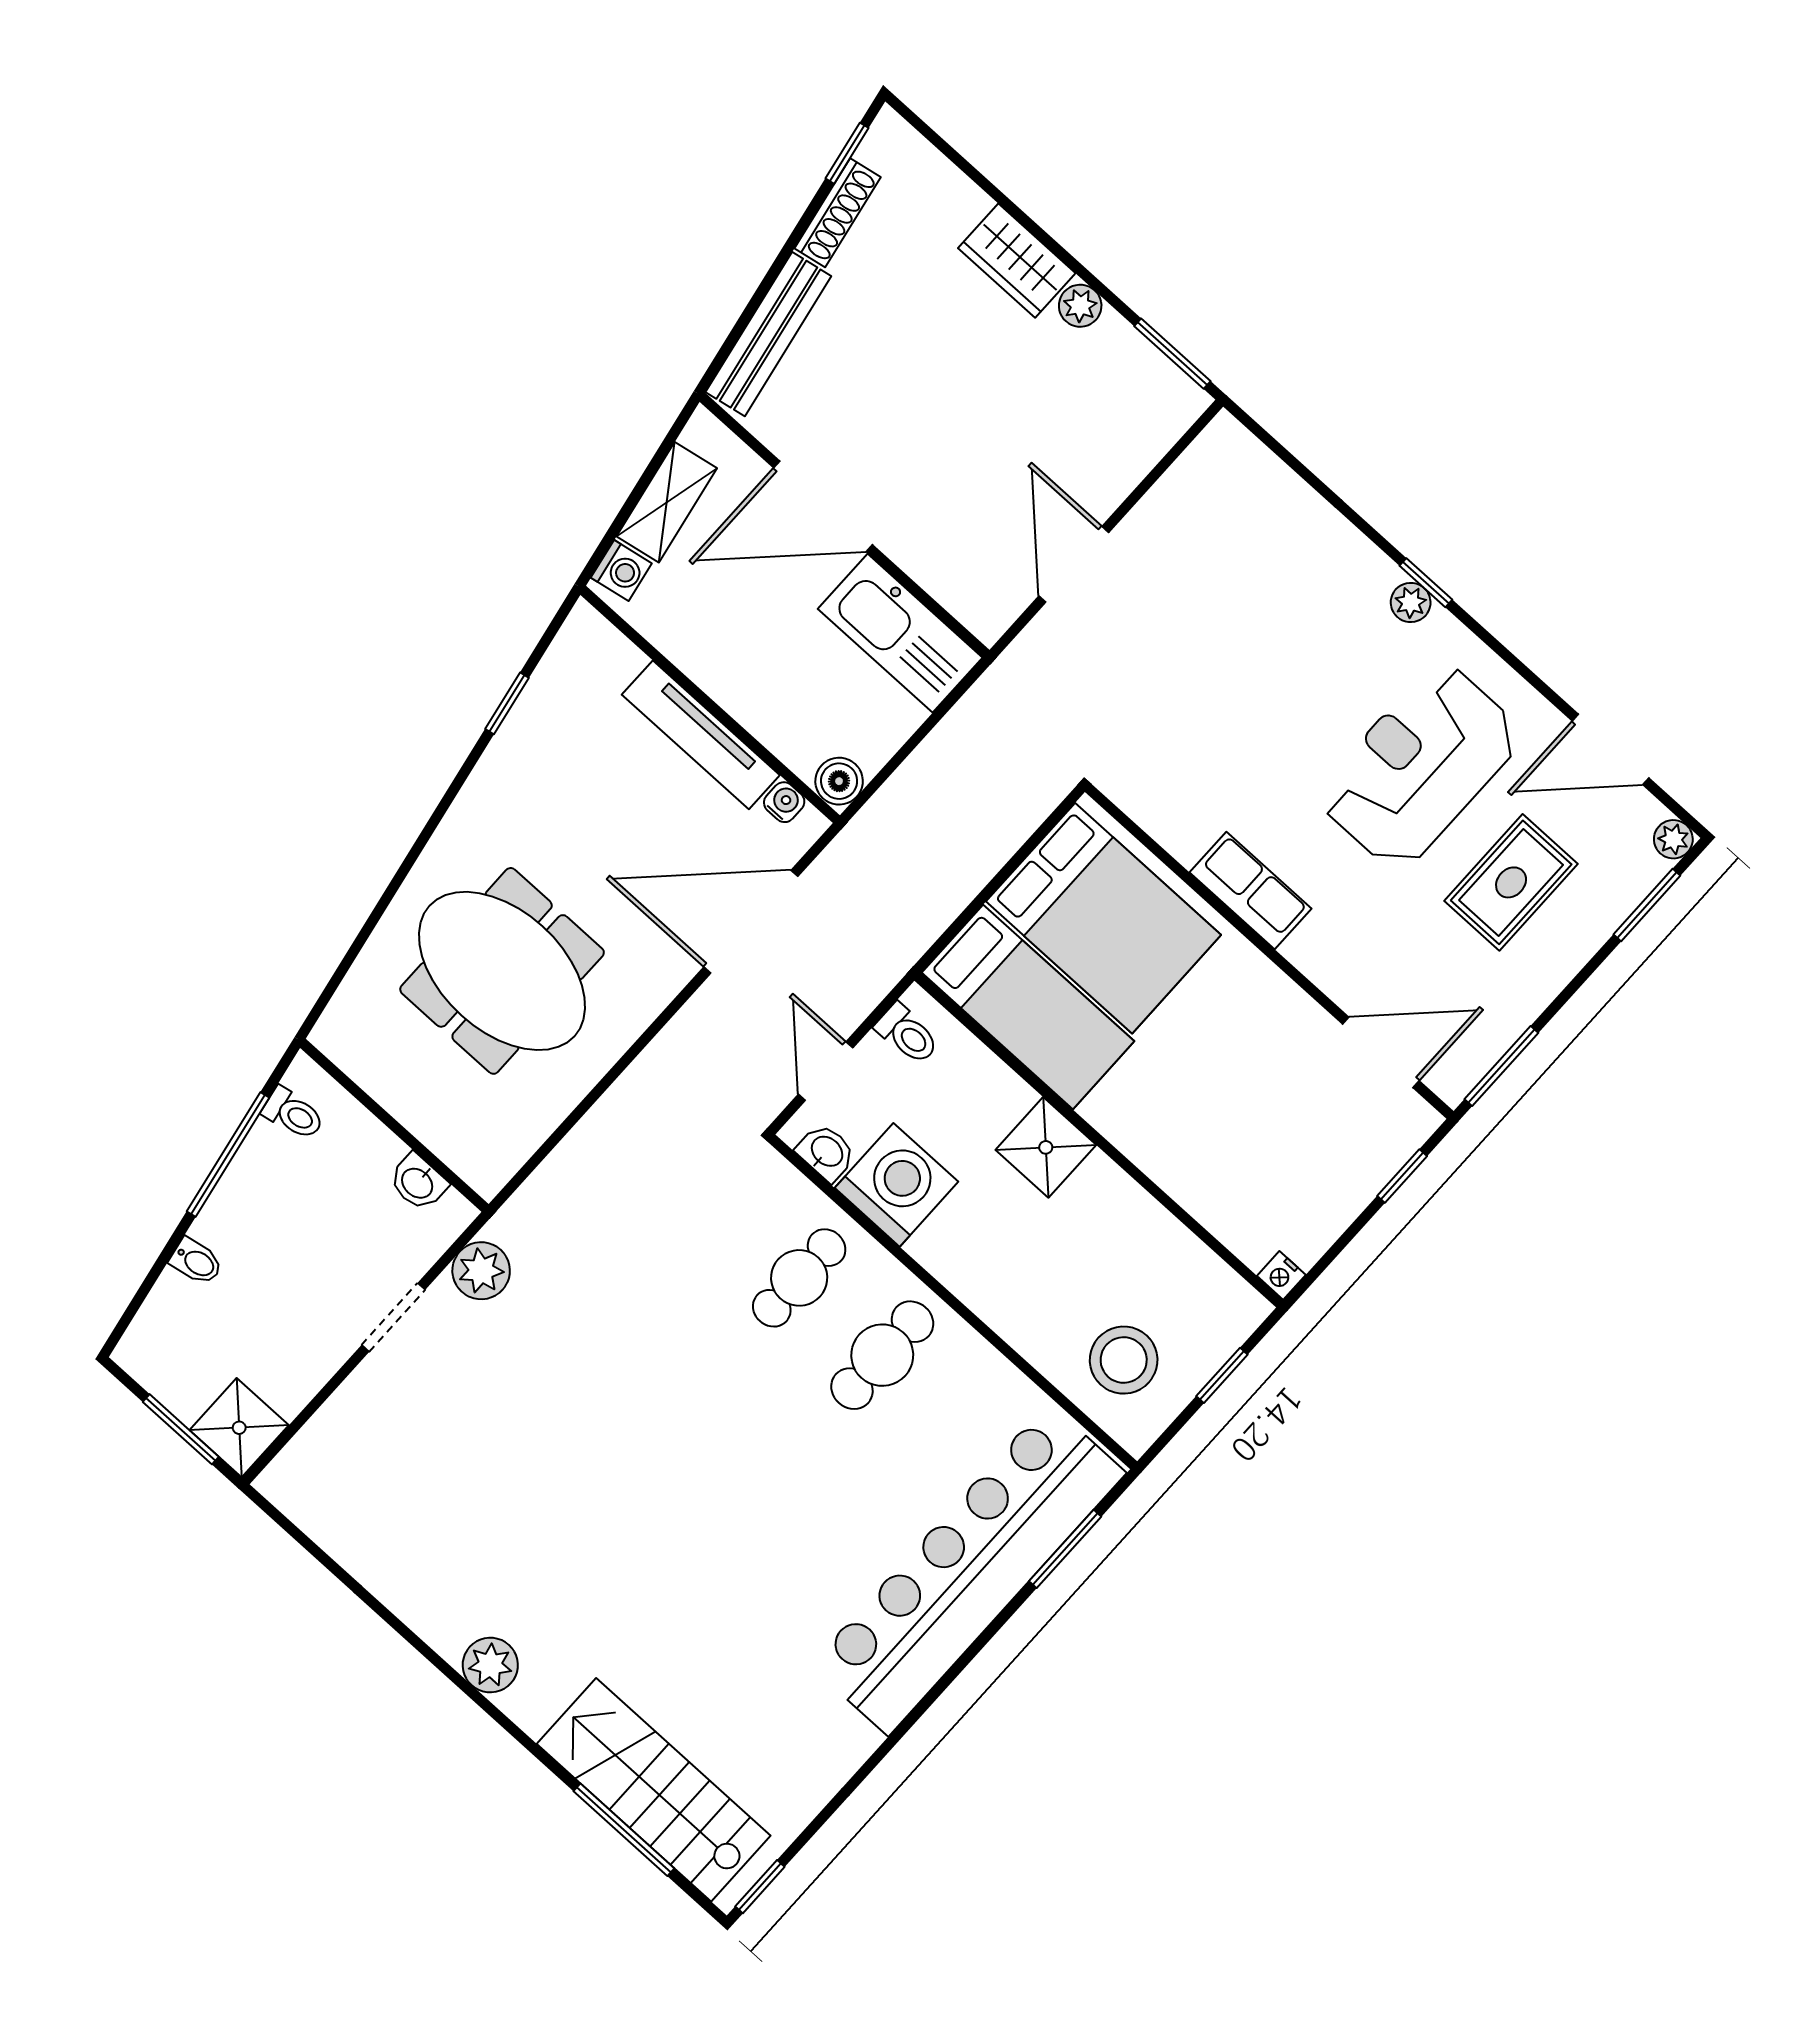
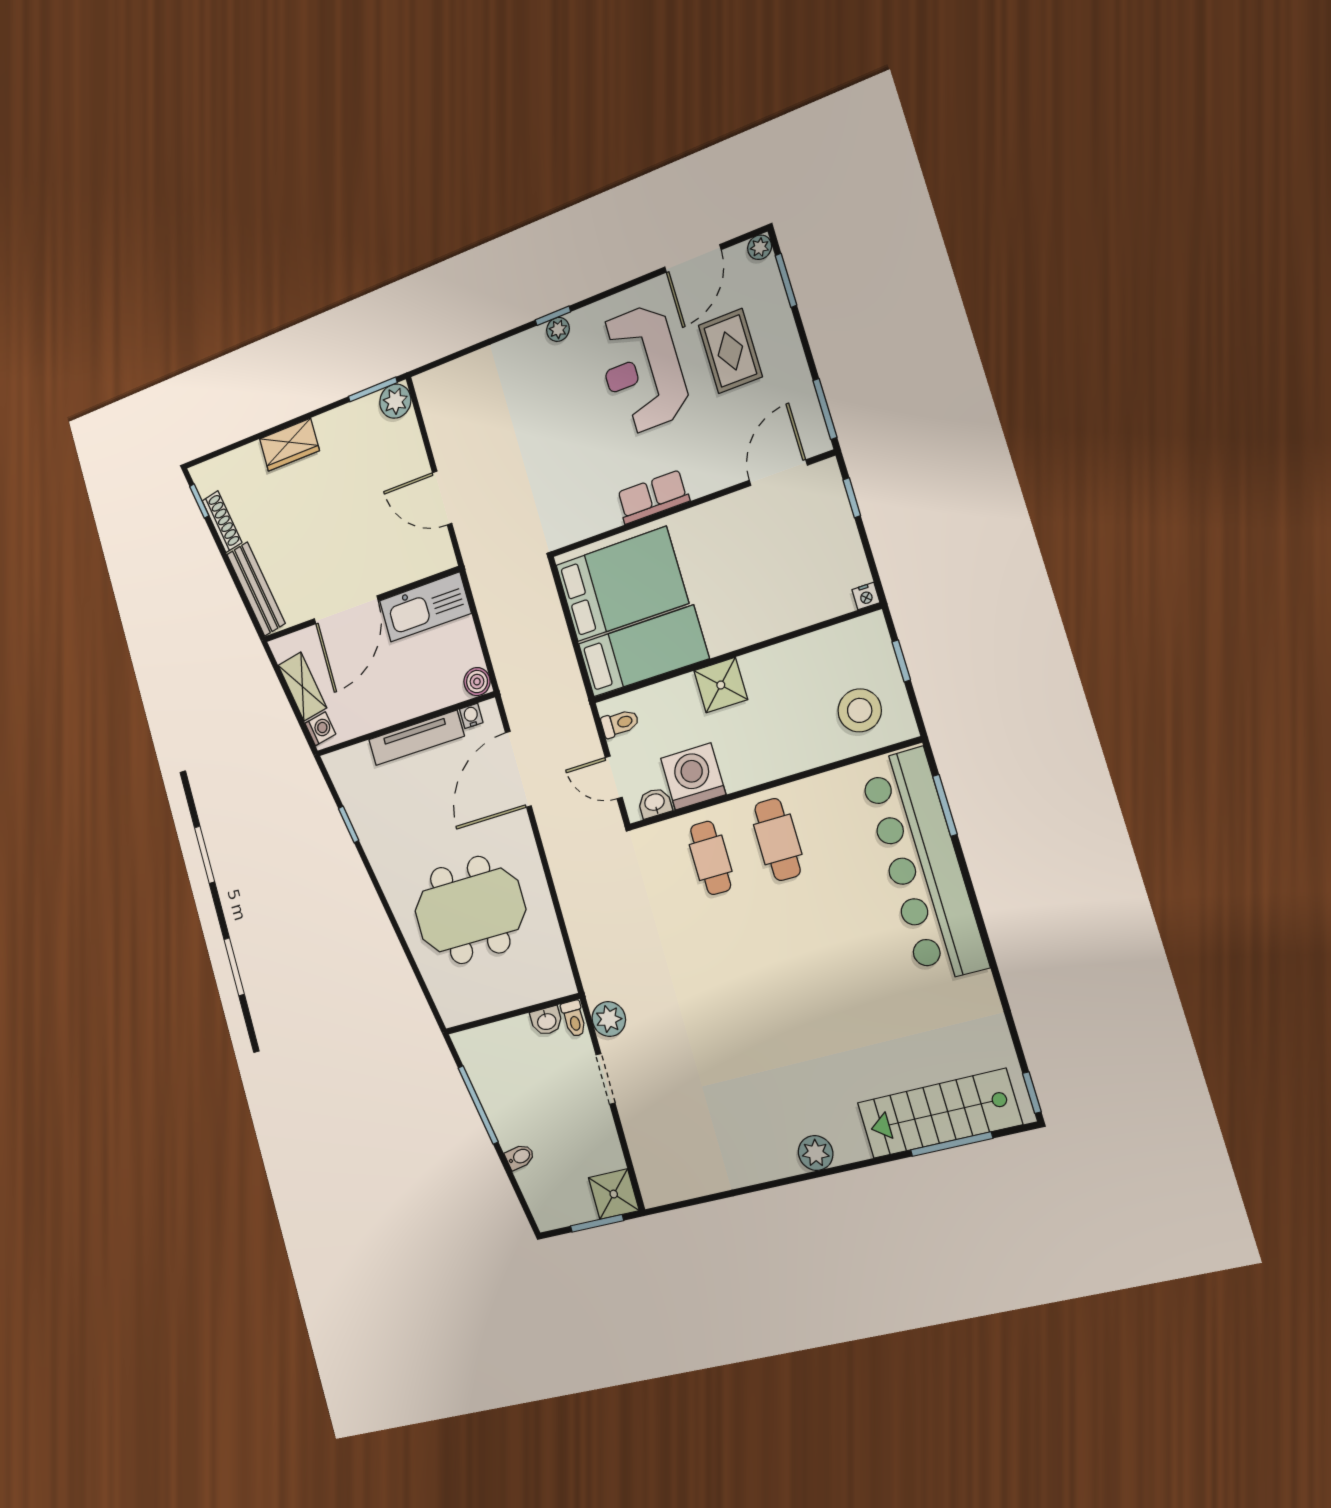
plant: (1080, 306) -> (395, 401), moved, width x1.38, depth x1.38
toilet: (293, 1114) -> (574, 1019), moved, turned 100

